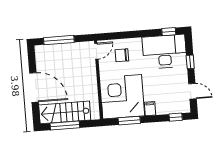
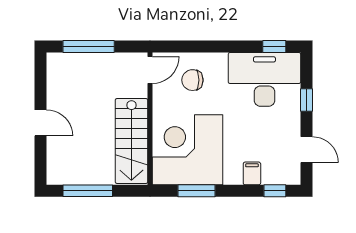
door: (34, 87) -> (41, 123), width x0.53
filing cabinet: (150, 109) -> (252, 173), moved
stairs: (65, 112) -> (131, 141), moved, turned -90

